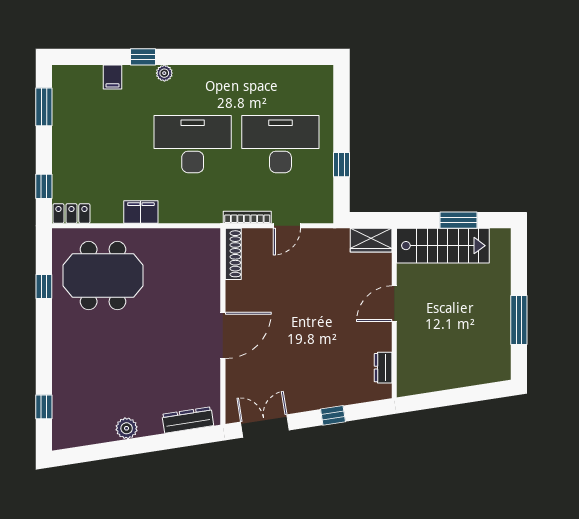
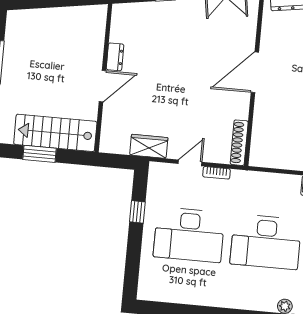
bookcase: (247, 217) -> (216, 173), width x0.64
wardrobe: (371, 240) -> (149, 146), moved
dresser: (383, 368) -> (115, 57), moved

